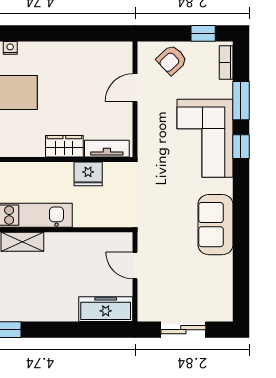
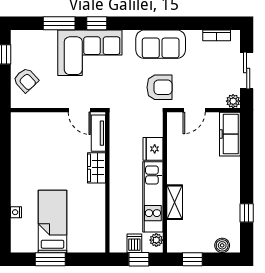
bookcase: (226, 62) -> (217, 35), moved
door: (135, 88) -> (79, 110), moved
fridge: (88, 174) -> (153, 149), moved, turned 180
armchair: (163, 223) -> (160, 87), added
plant: (146, 313) -> (233, 101), added

